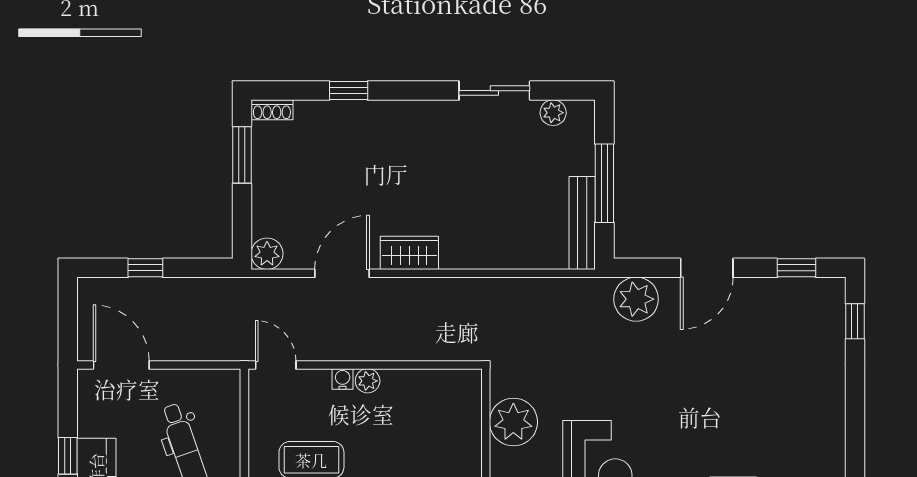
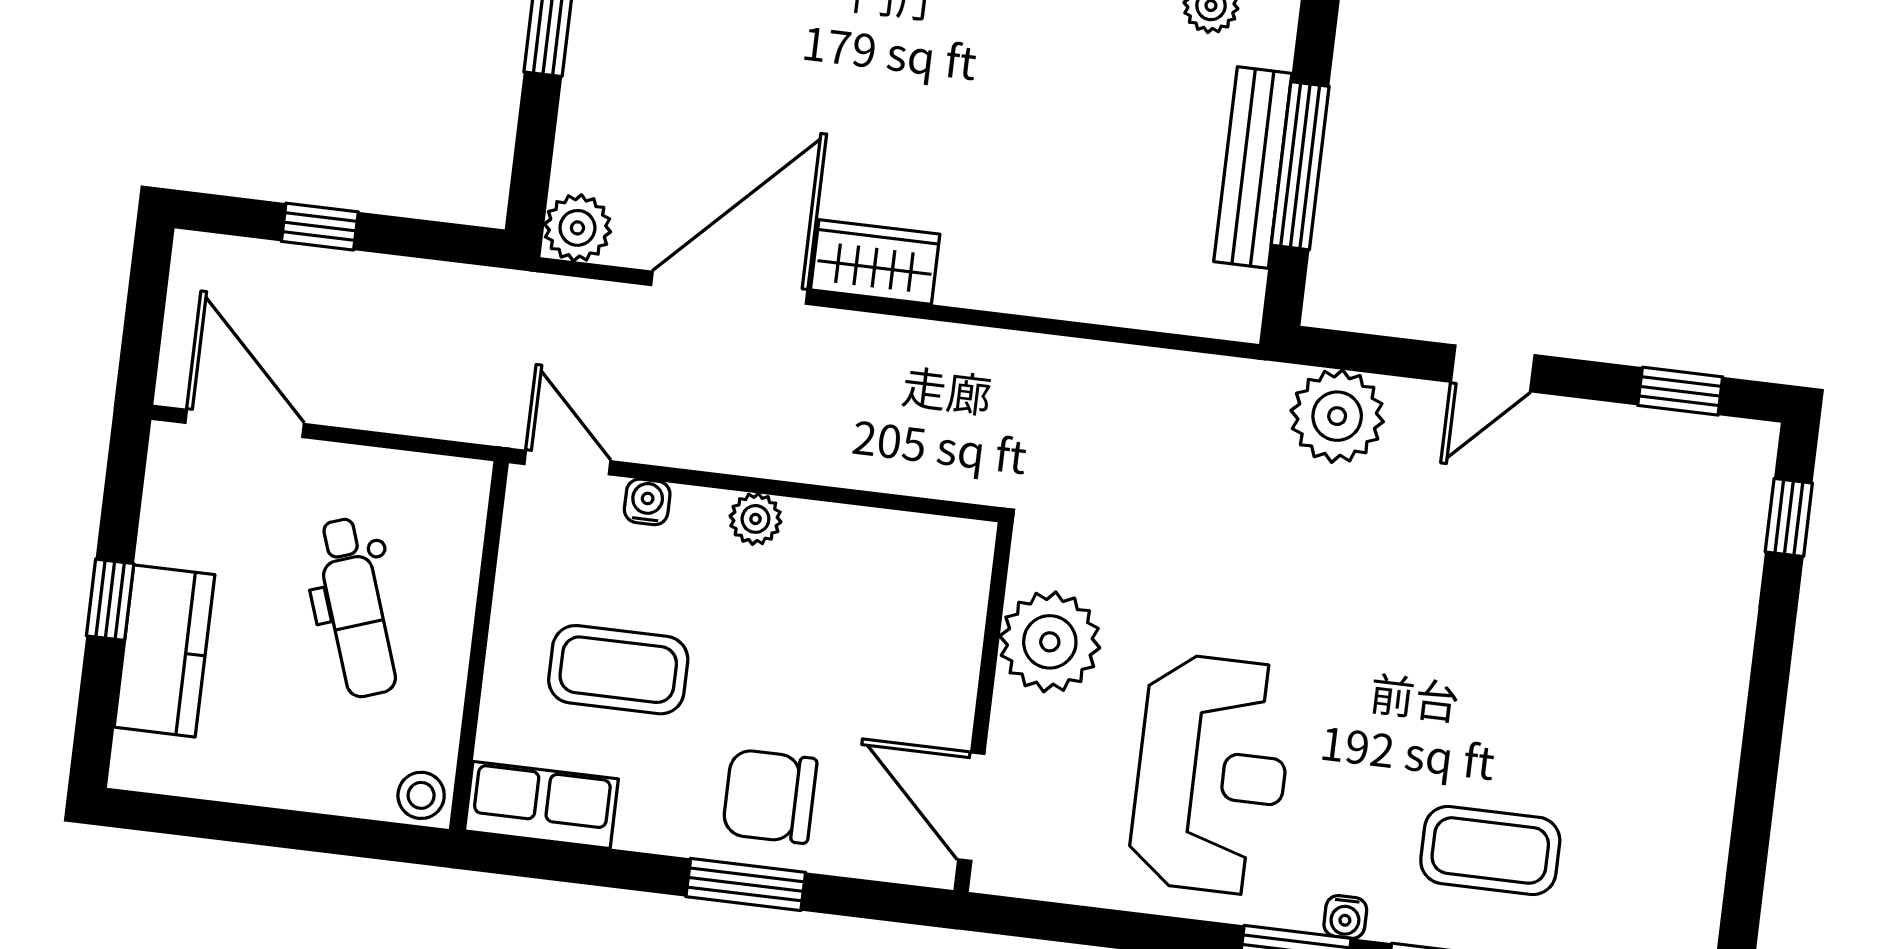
bench: (582, 223) -> (1253, 168), moved
door: (707, 268) -> (1493, 368), width x0.73
door: (342, 273) -> (729, 288), width x1.36
water cooler: (343, 379) -> (647, 502), moved

